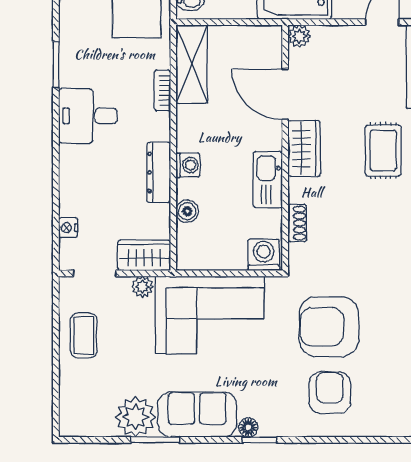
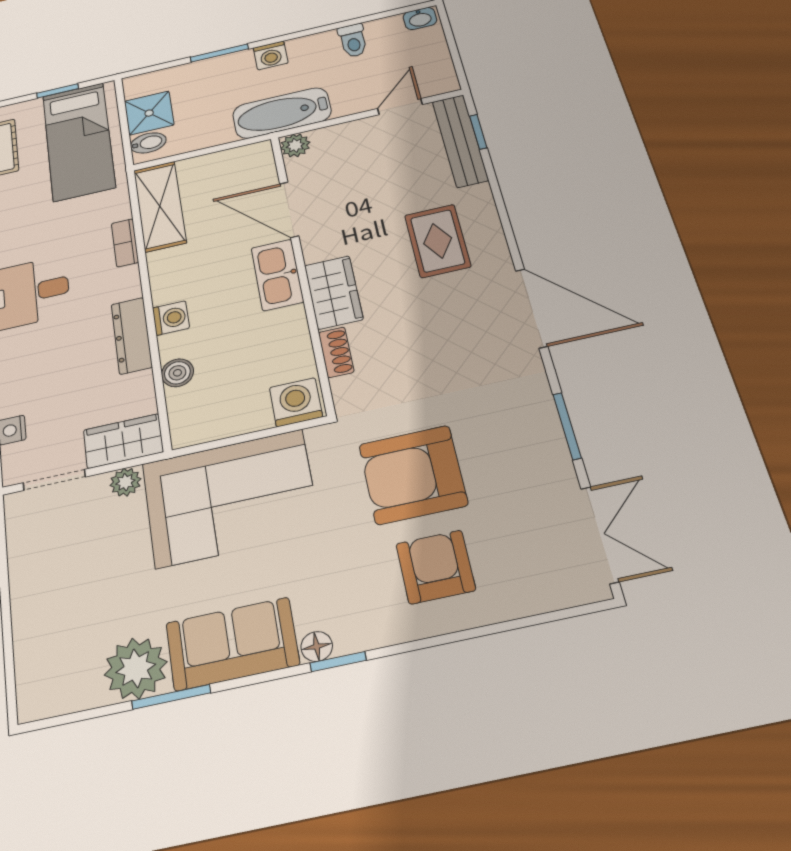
wardrobe: (304, 148) -> (334, 292), moved
kitchen sink: (268, 179) -> (277, 275), moved
coffee table: (84, 335) -> (45, 567), removed

